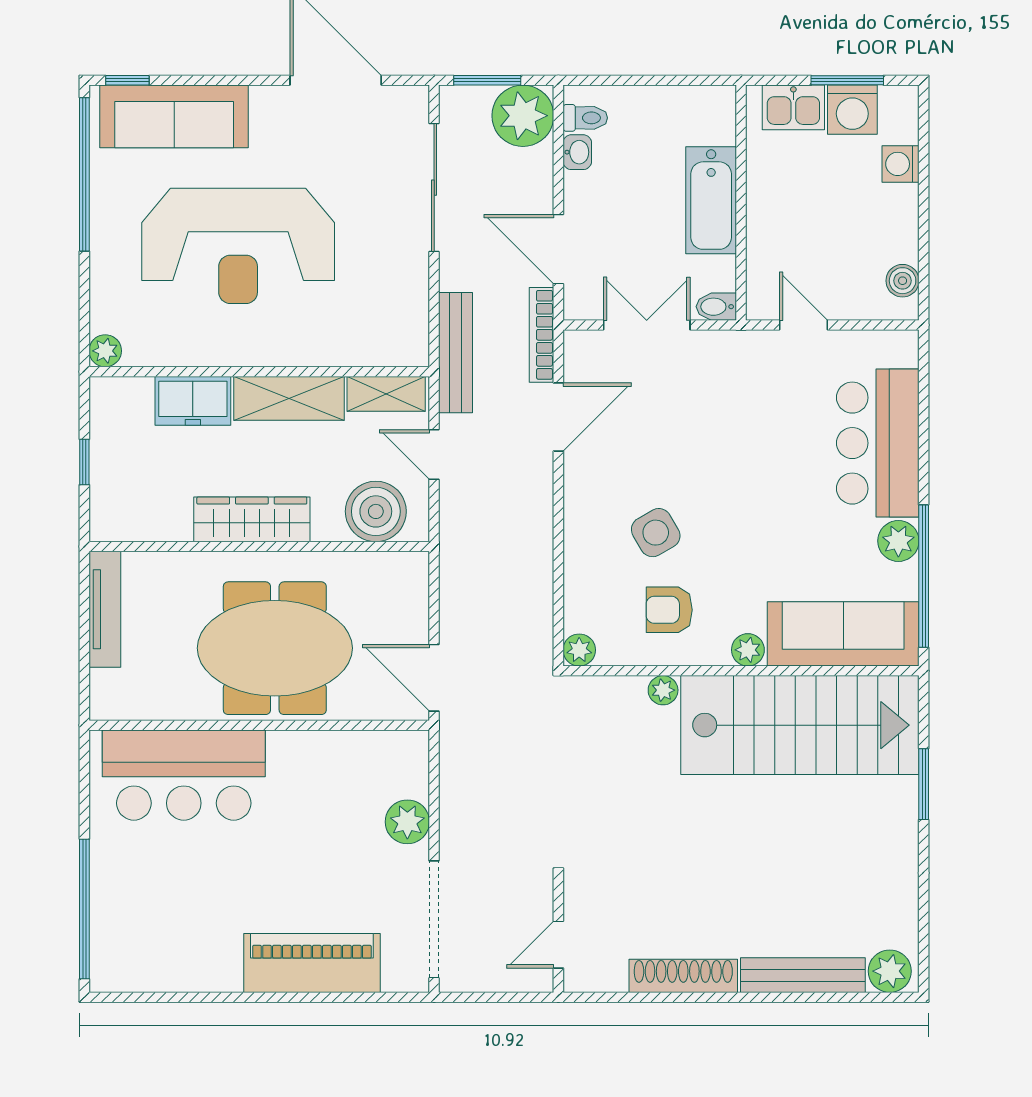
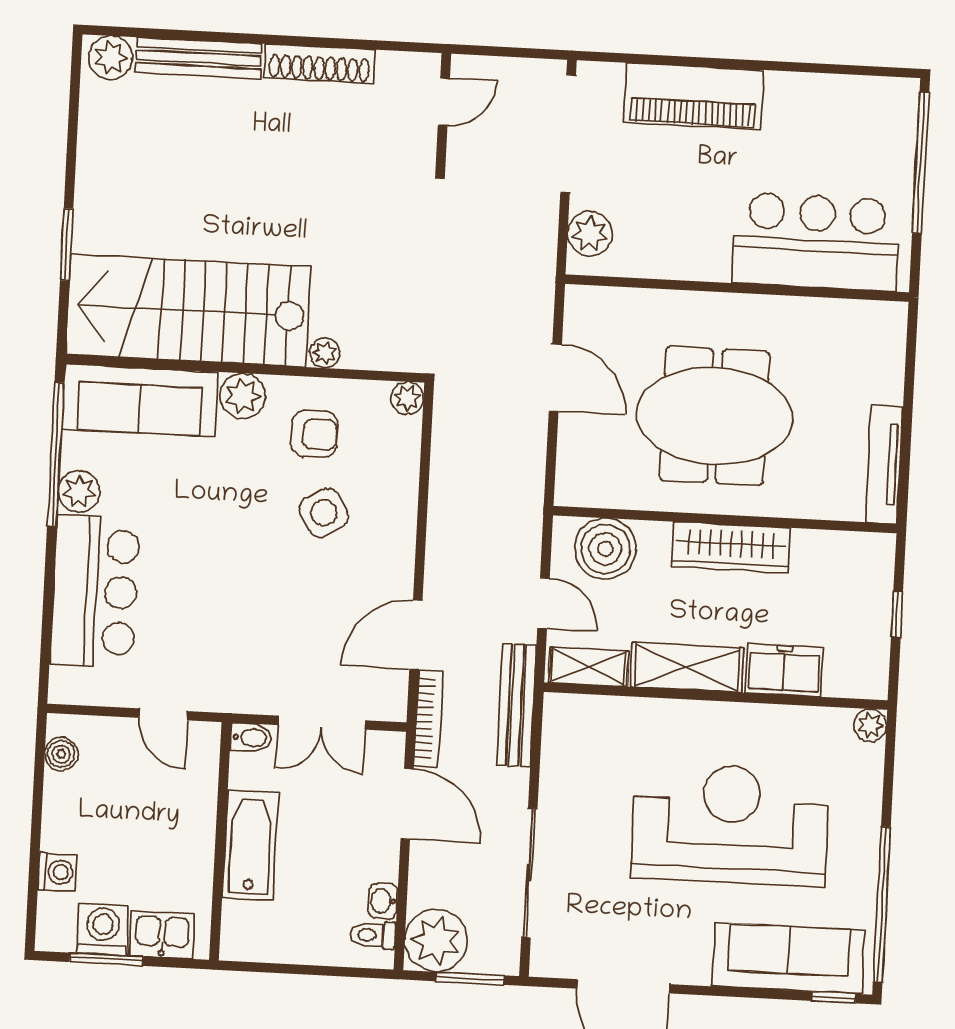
plant: (748, 650) -> (243, 396), width x1.38, depth x1.38
wall: (259, 725) -> (737, 288), moved
bar counter: (184, 775) -> (816, 242), moved

